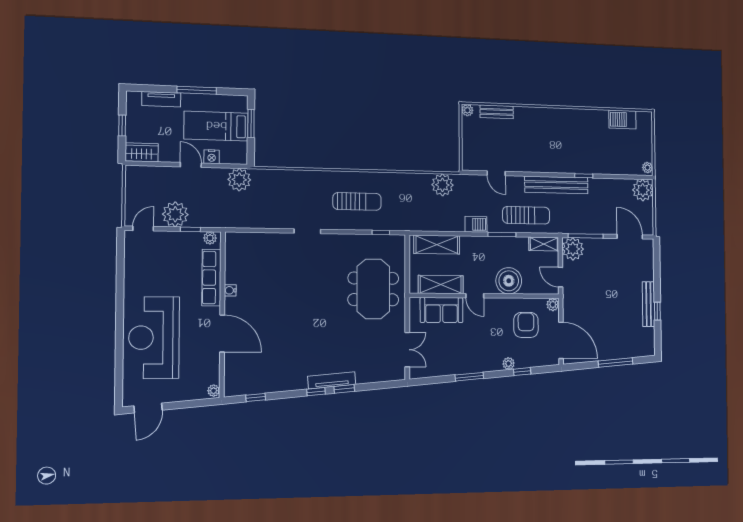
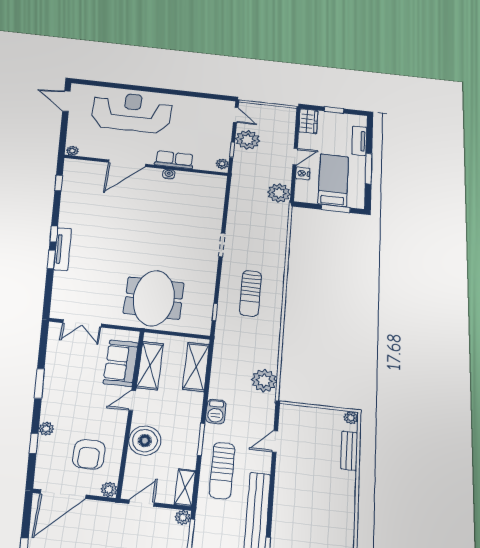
plant: (573, 249) -> (183, 517), width x0.53, depth x0.53
row of seats: (211, 278) -> (174, 160), width x0.68
meeting table: (373, 289) -> (154, 298), turned 90
armchair: (526, 325) -> (89, 454), turned 90

